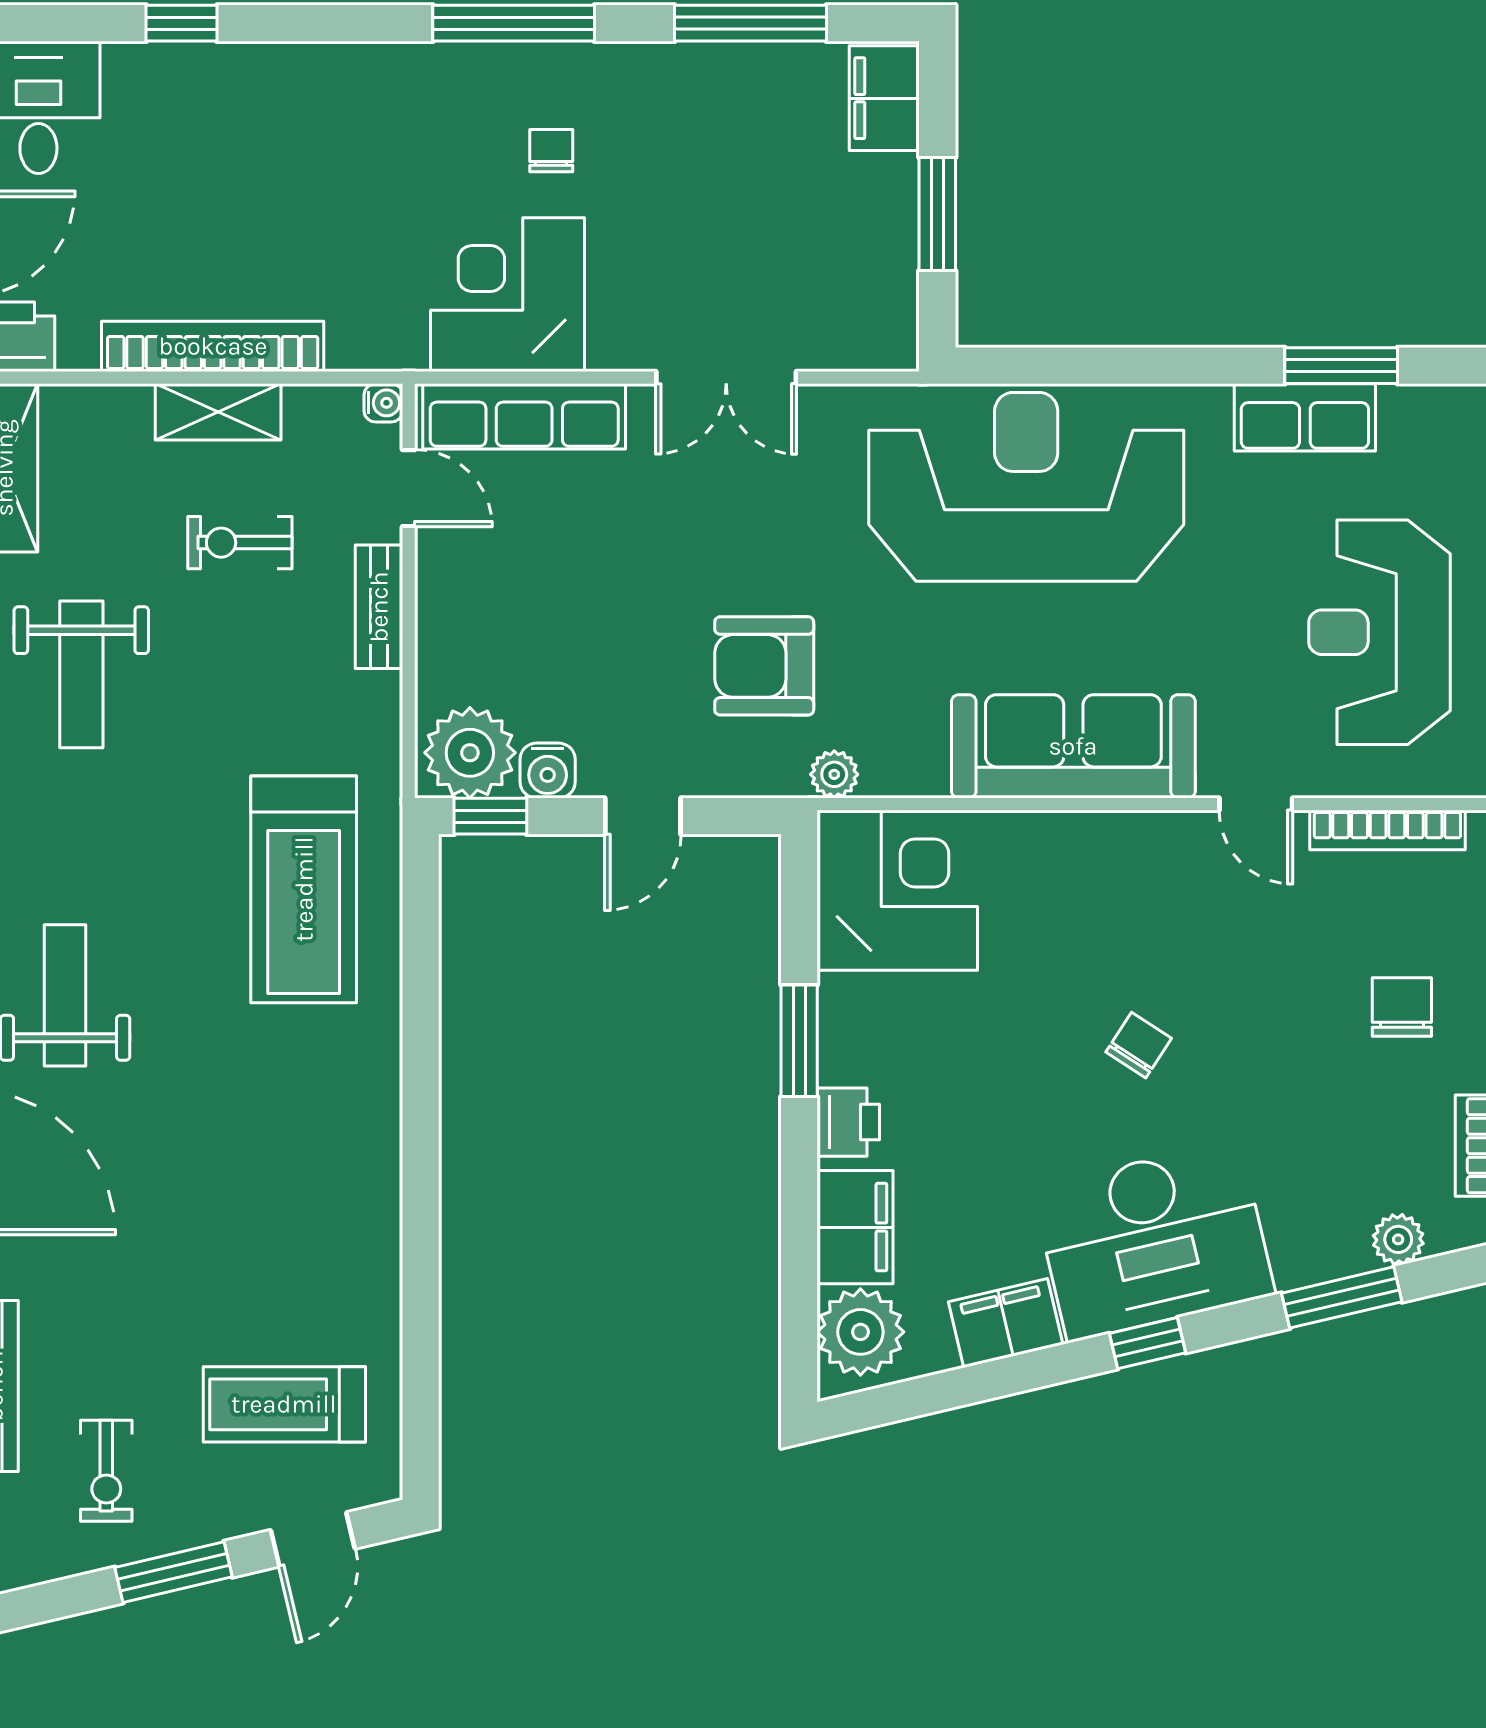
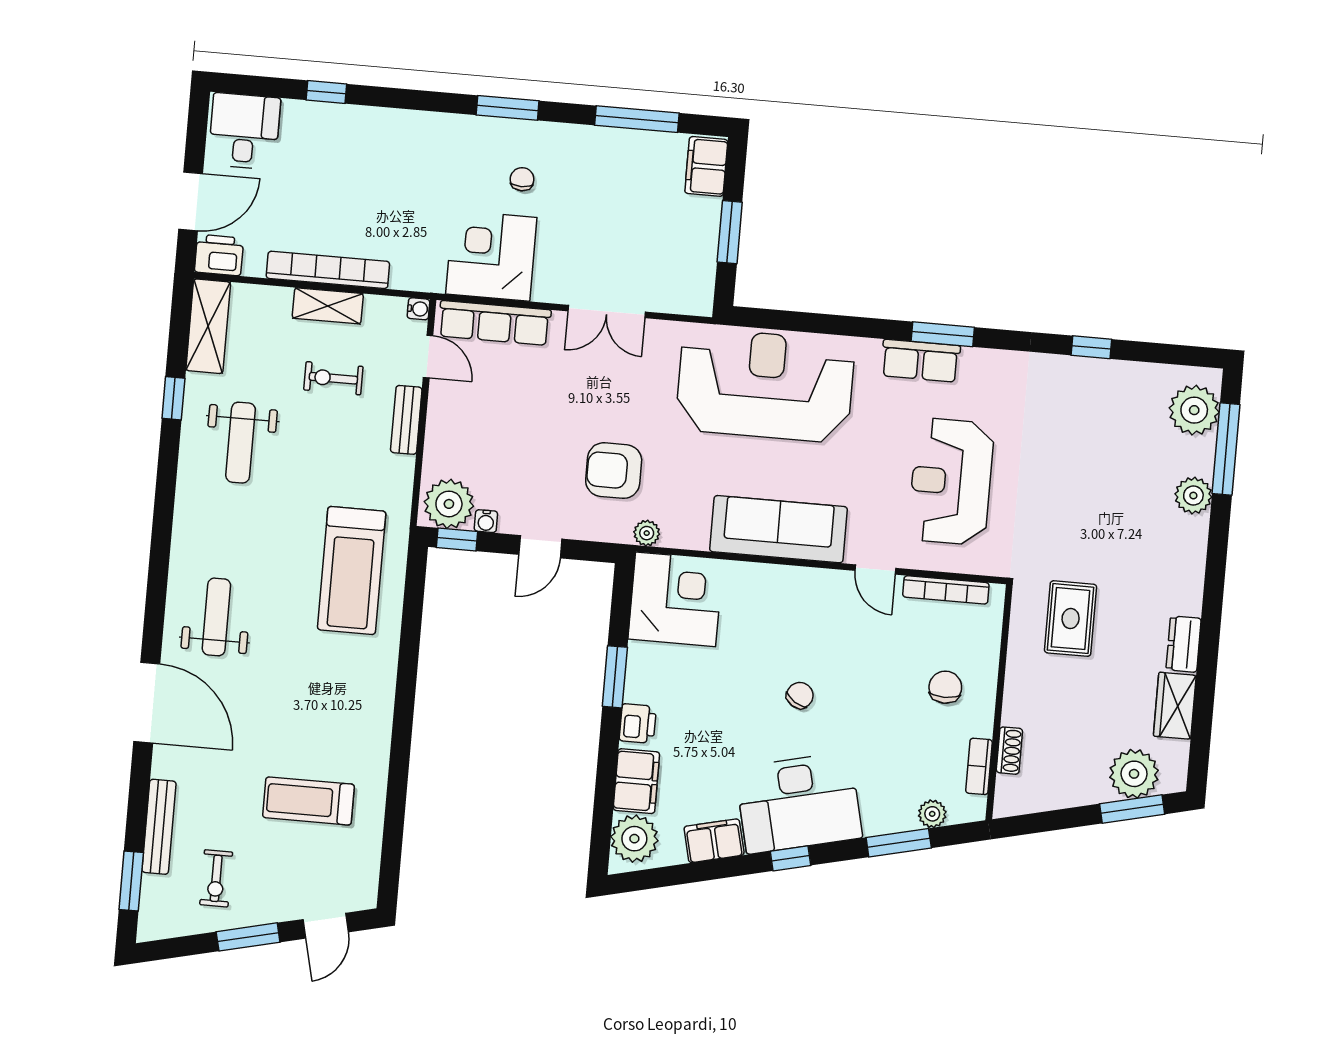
window: (514, 23) -> (508, 108), width x0.69
water cooler: (548, 771) -> (486, 521), width x0.72, depth x0.72
treadmill: (284, 1404) -> (308, 801), moved

